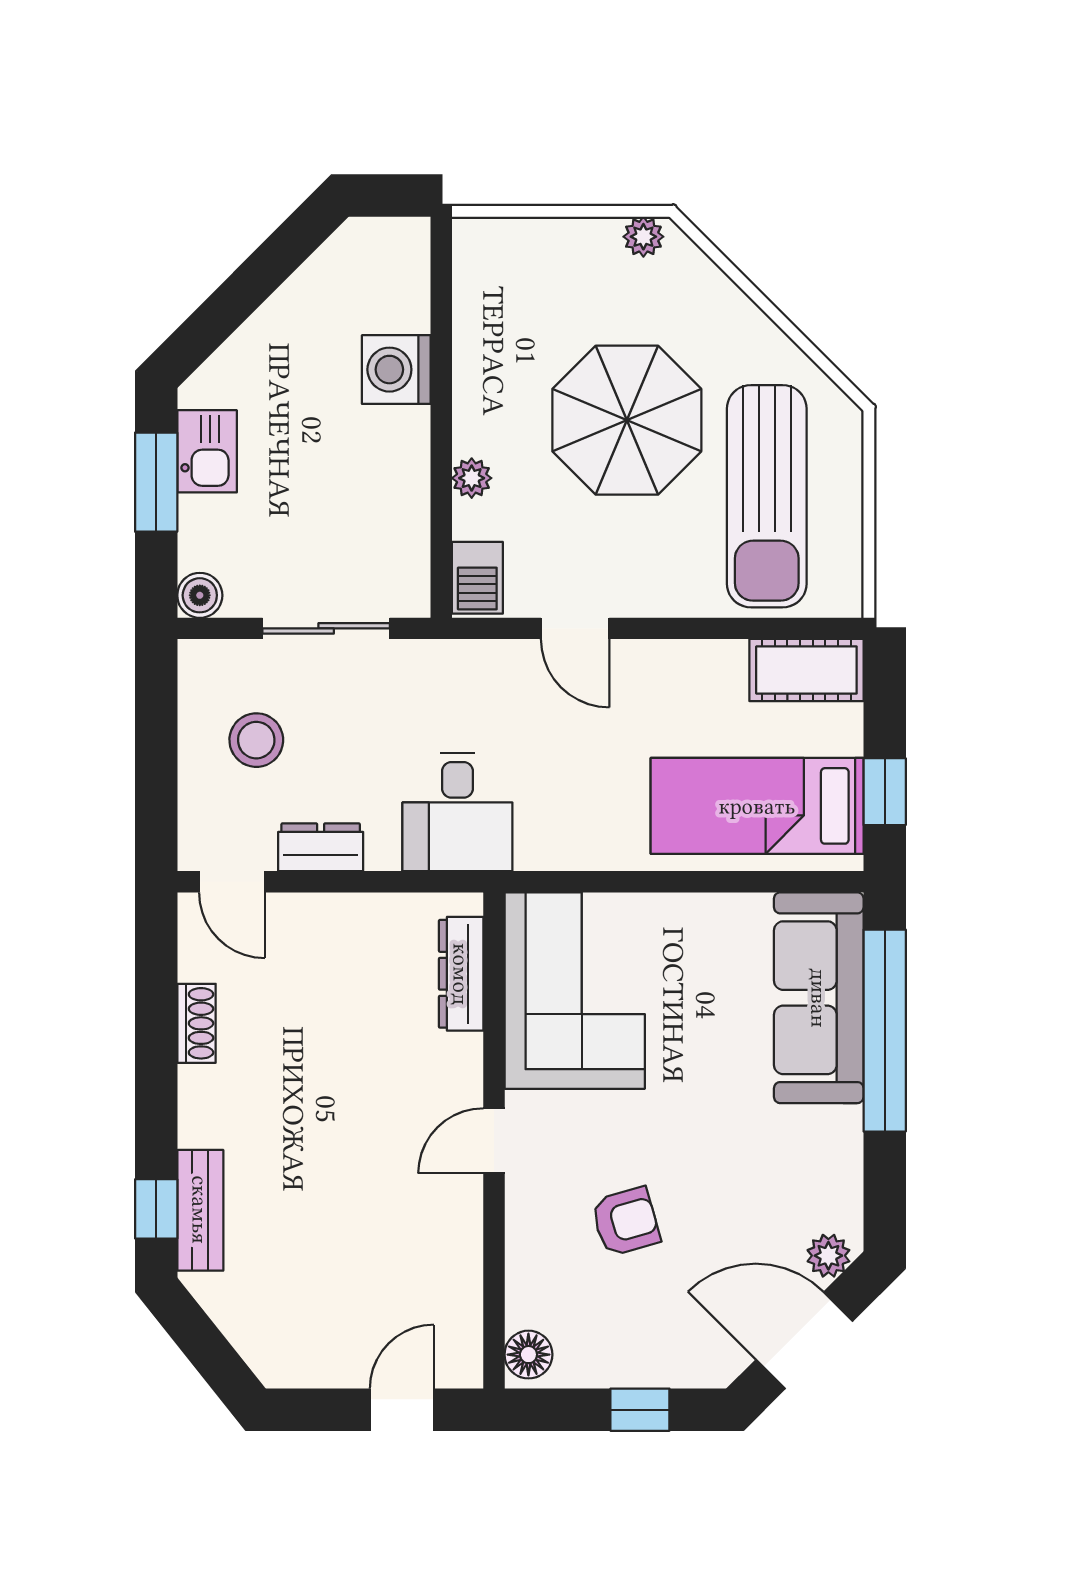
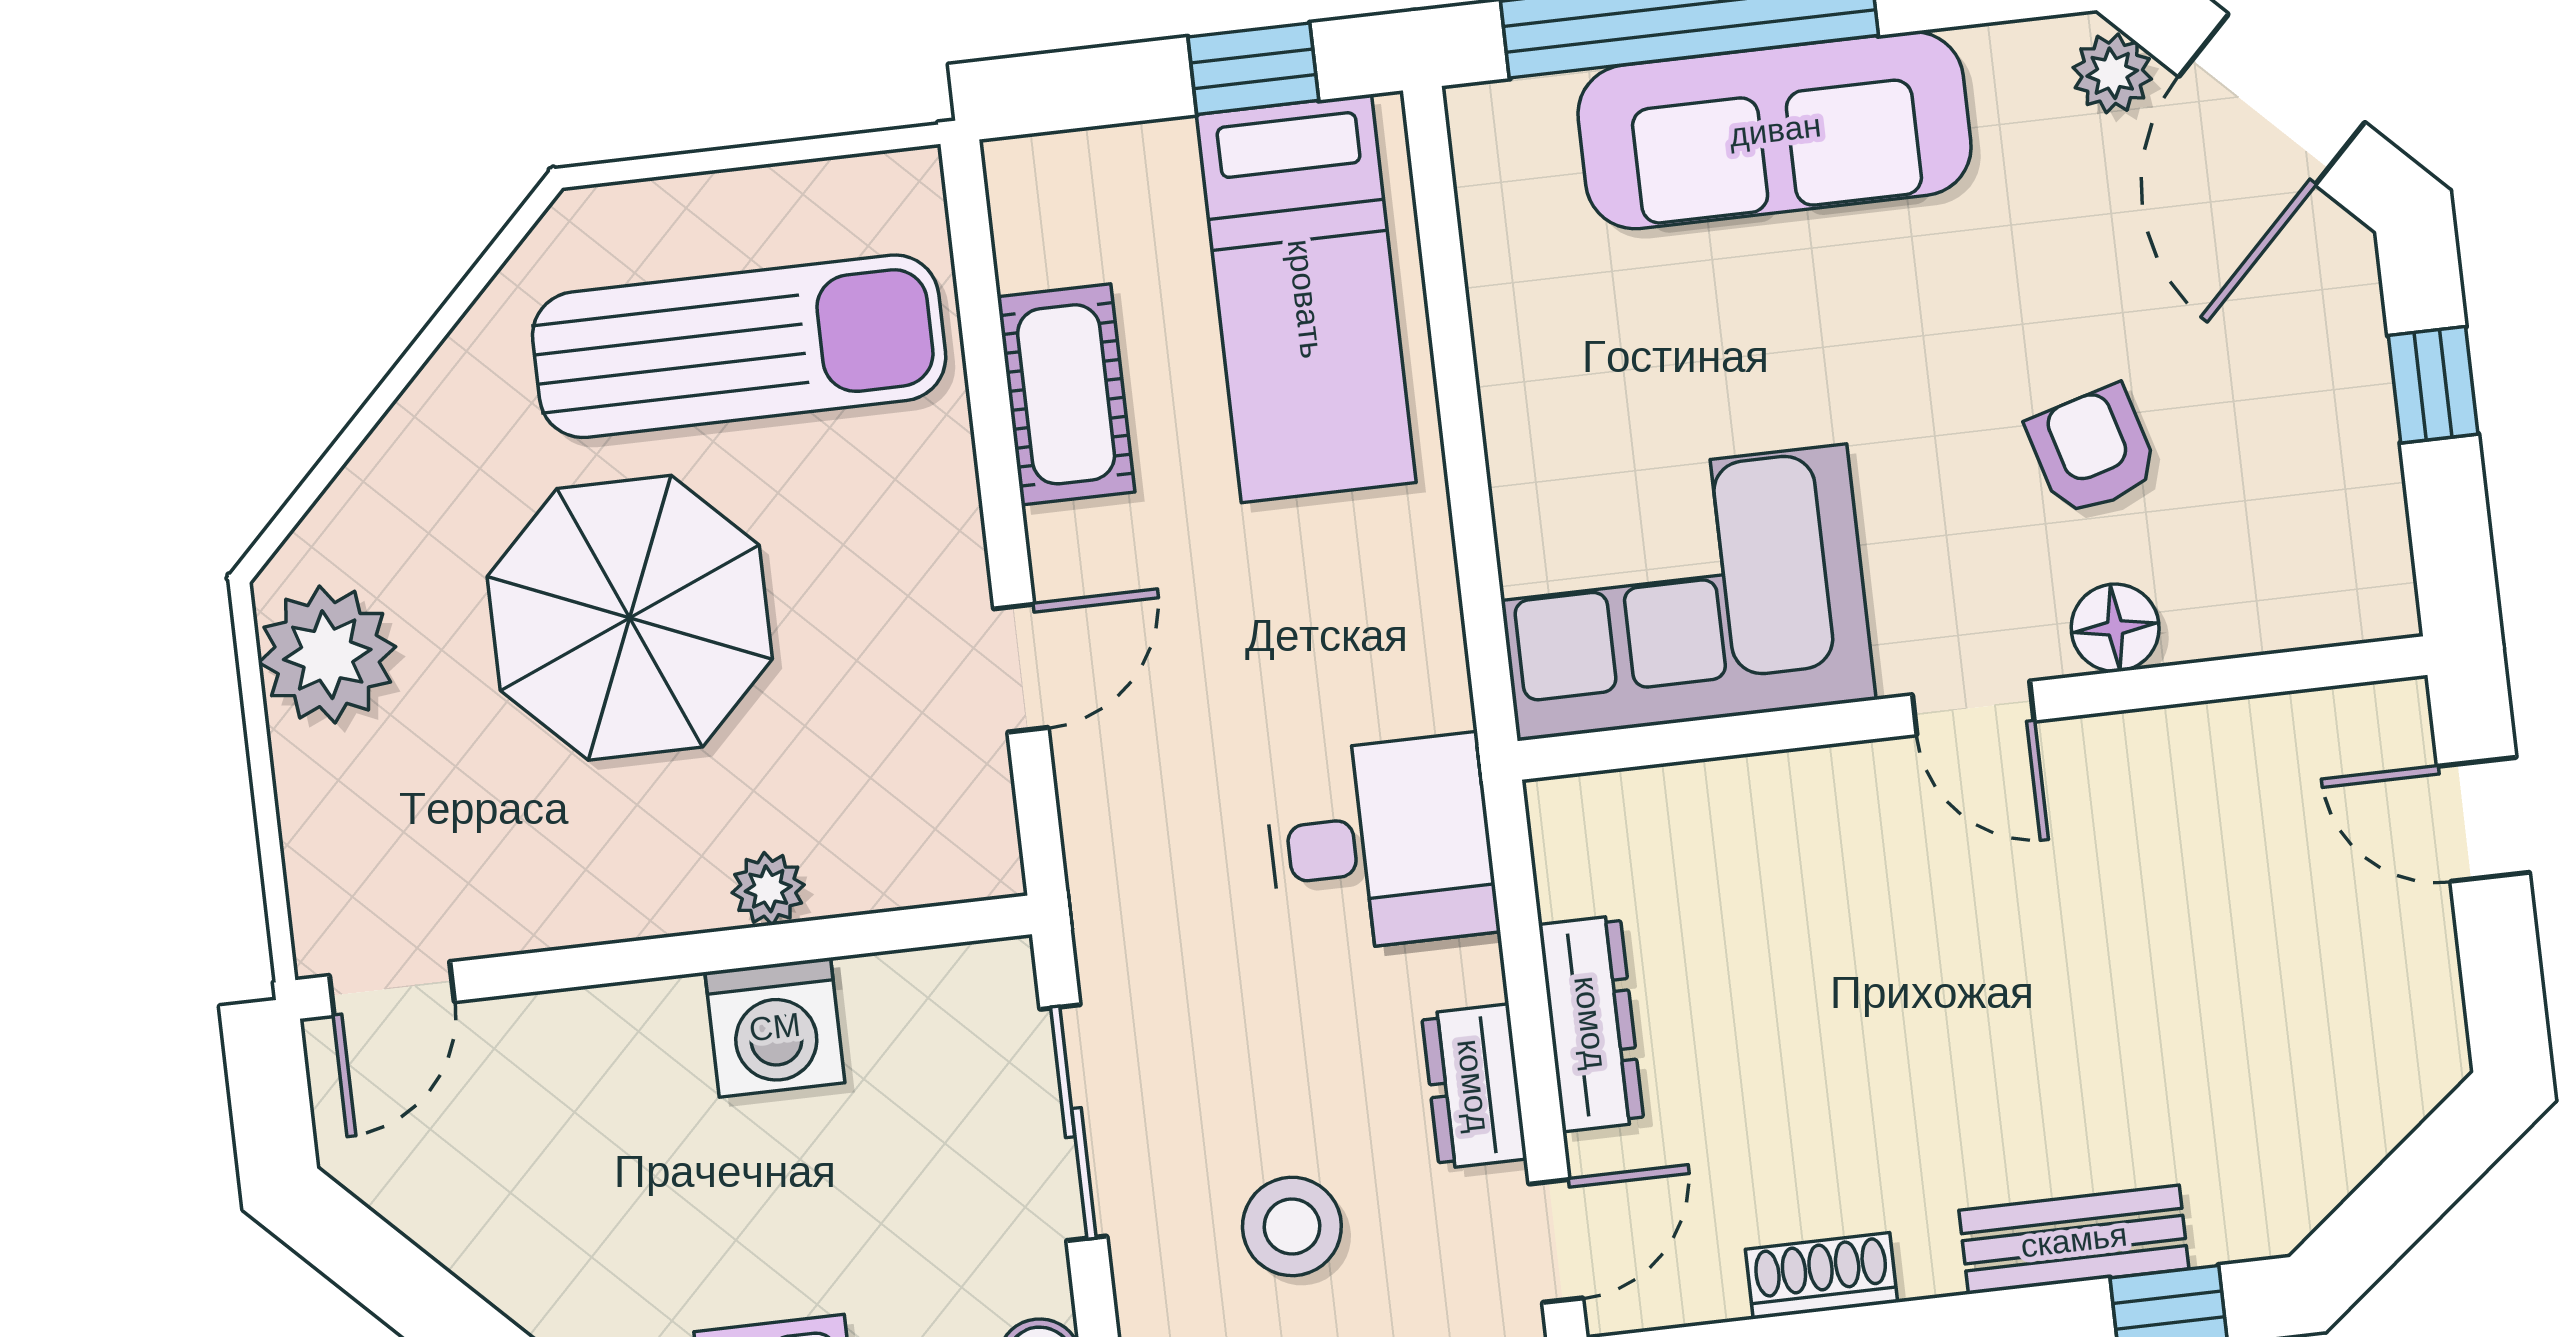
plant: (643, 237) -> (327, 655), width x1.88, depth x1.88
door: (441, 268) -> (392, 989), added
washing machine: (396, 370) -> (775, 1027), moved
barbecue: (477, 578) -> (949, 857), removed
cot: (806, 670) -> (1066, 394), moved
dresser: (461, 974) -> (1591, 1023), moved, turned -90
sofa: (819, 998) -> (1775, 130), moved
bench: (200, 1210) -> (2074, 1240), moved
floor lamp: (528, 1355) -> (2115, 628), moved

